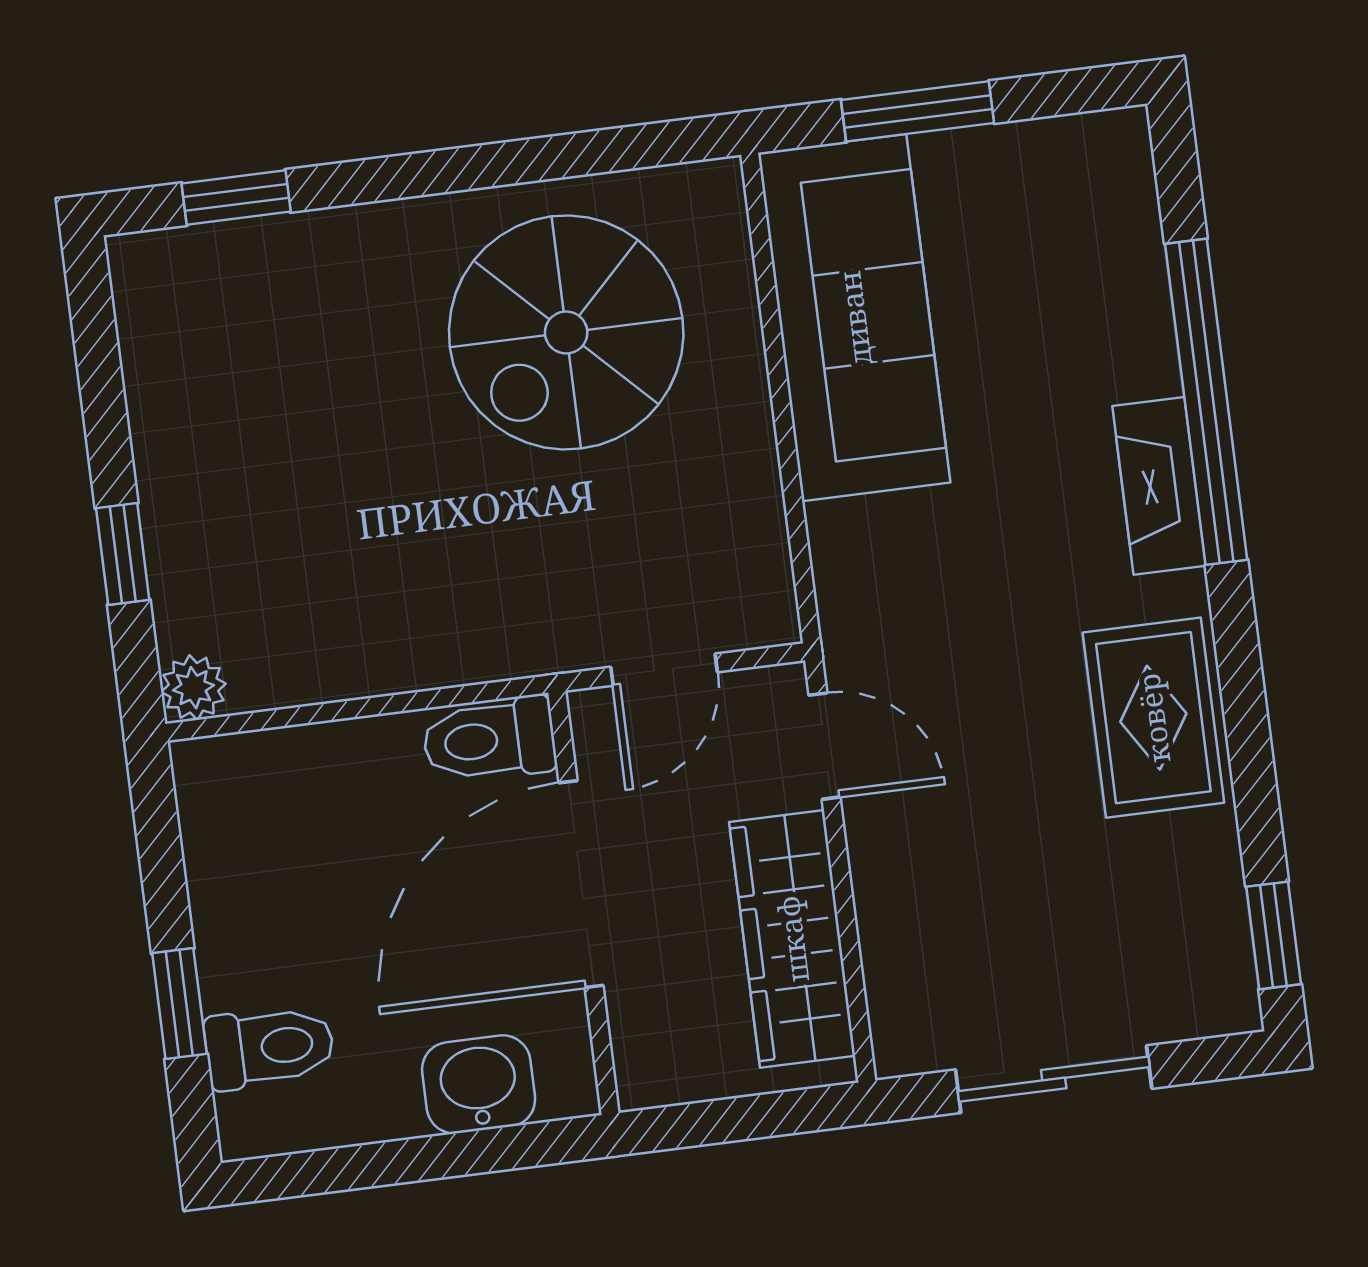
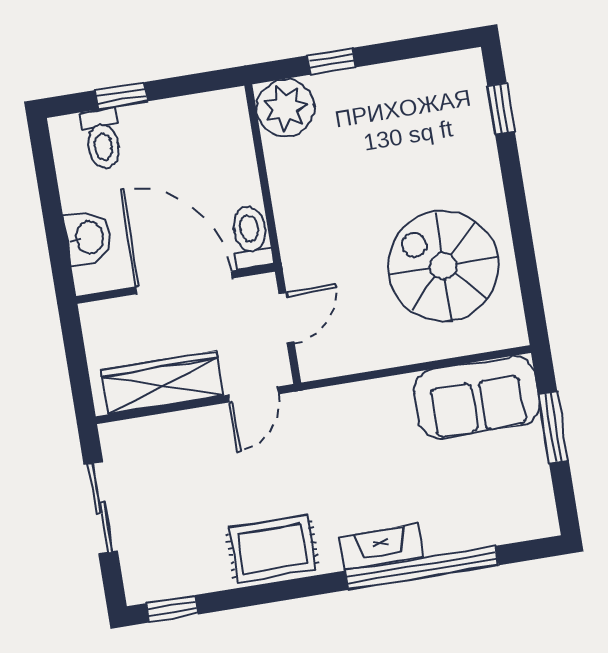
sofa: (854, 318) -> (477, 397), width x0.73
door: (664, 670) -> (286, 318), swing flipped
plant: (193, 688) -> (285, 108), width x1.88, depth x1.88

